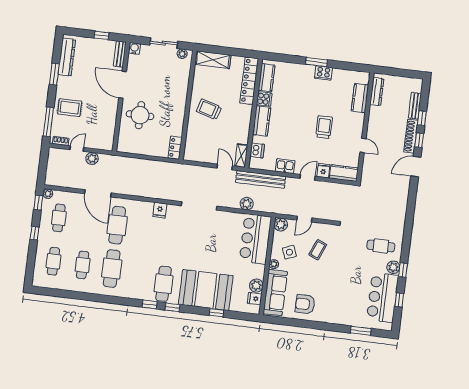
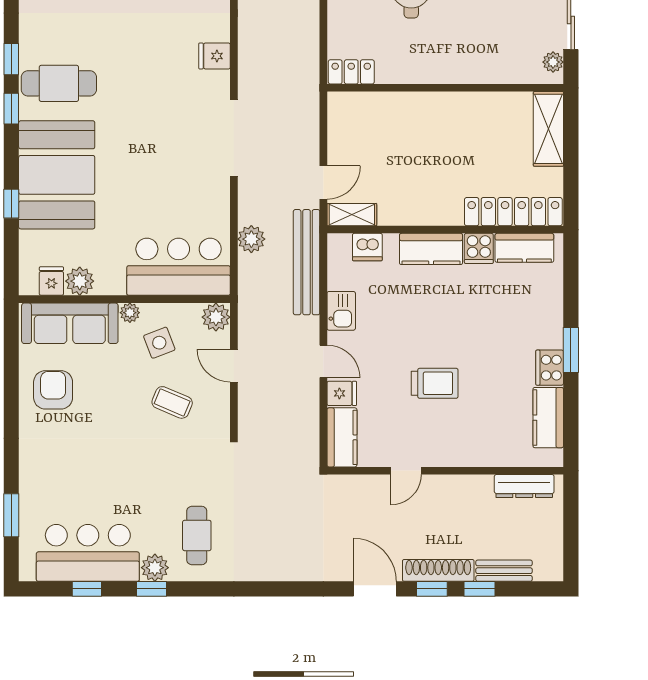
kitchen counter: (360, 98) -> (548, 418), moved, turned -90
trolley: (209, 109) -> (442, 134), removed

